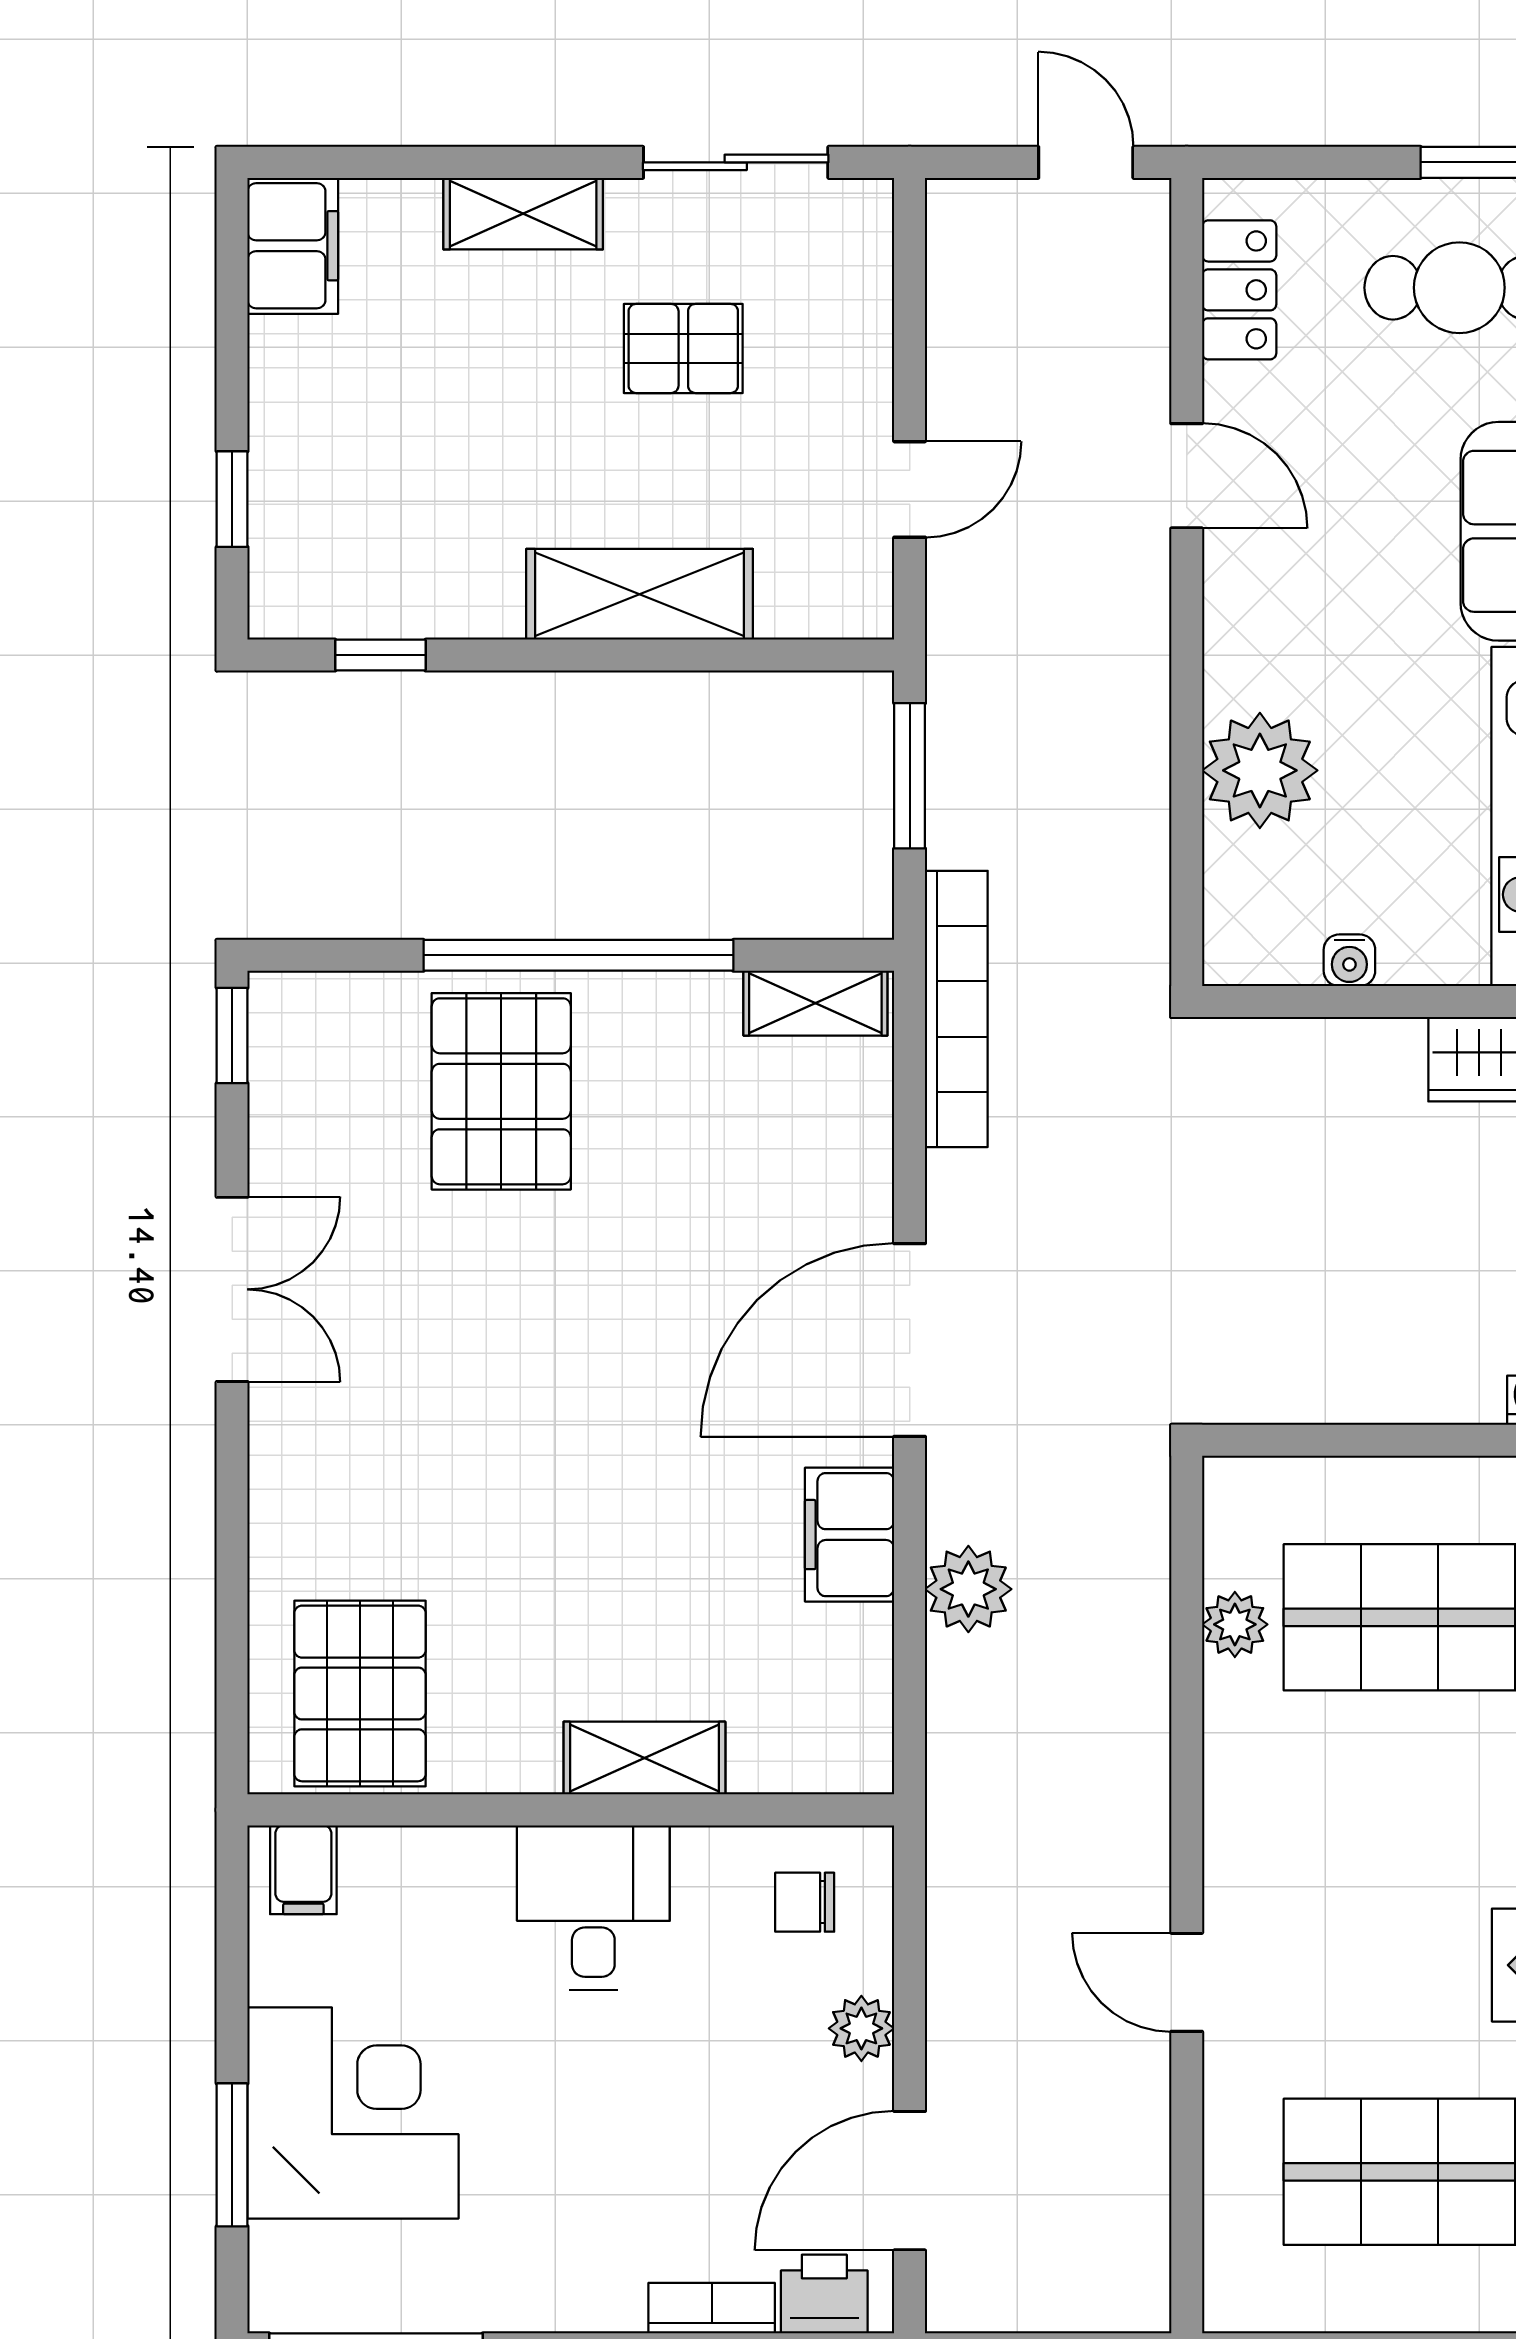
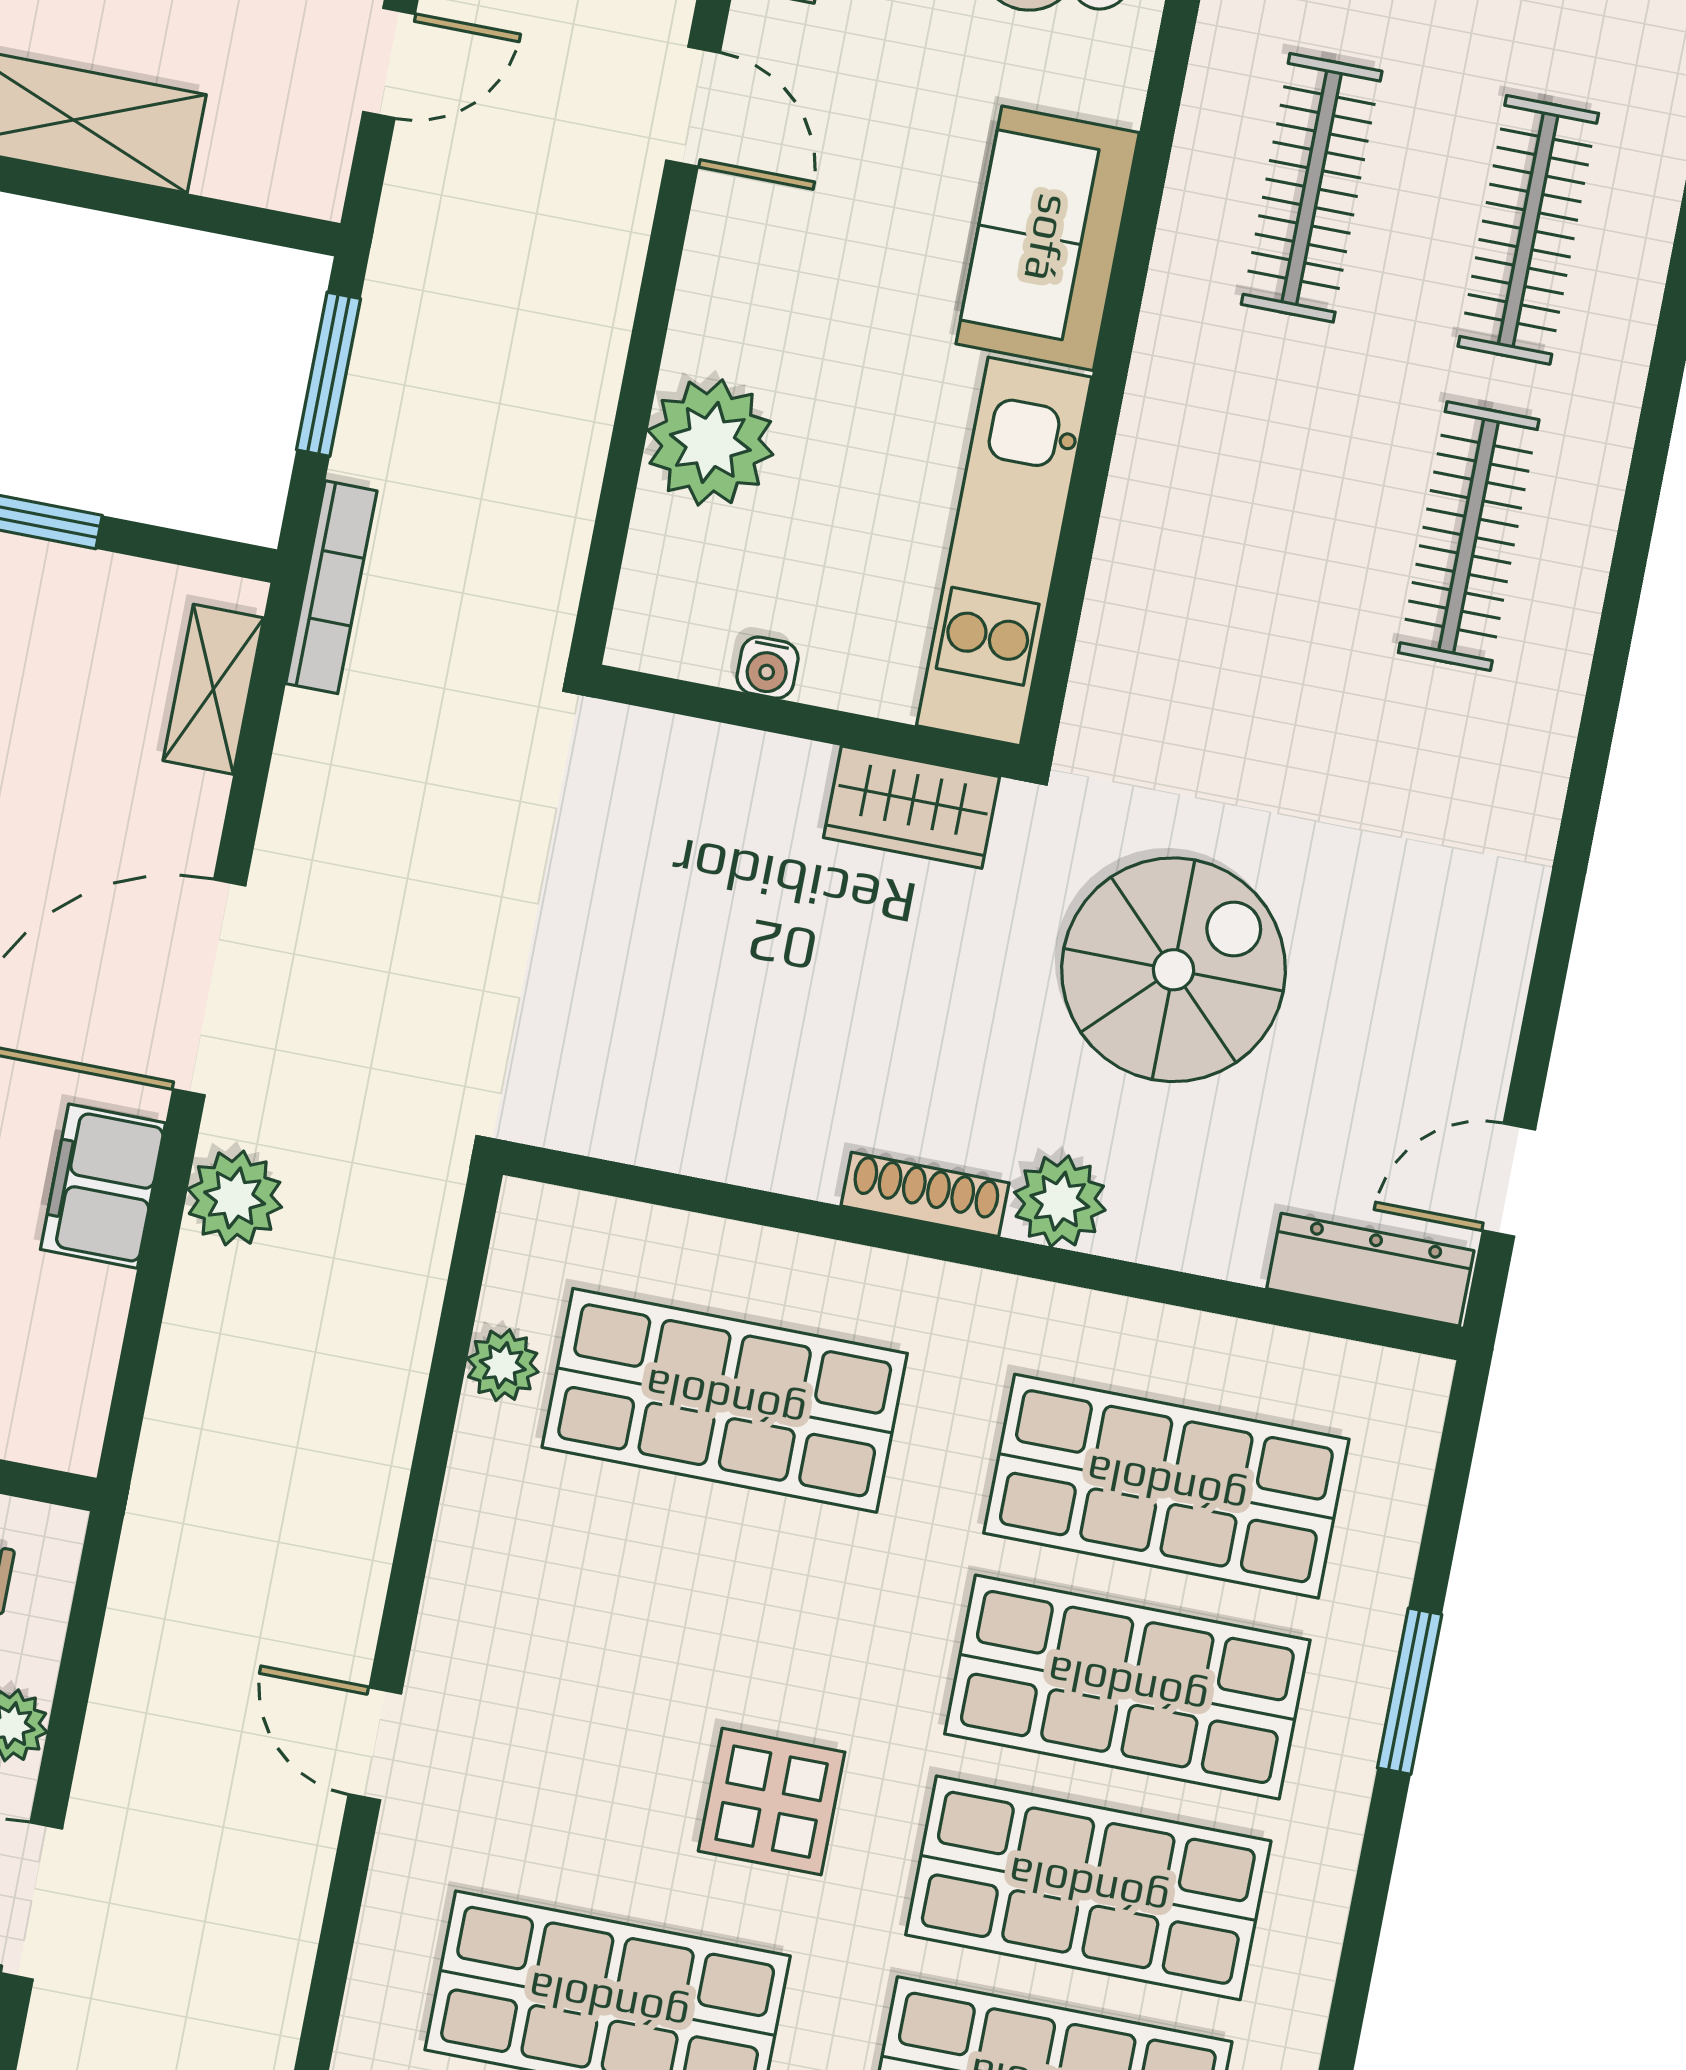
shelving: (815, 1003) -> (213, 689), moved, turned 90
bookcase: (956, 1009) -> (331, 587), width x0.68, depth x0.76
plant: (968, 1589) -> (235, 1198), moved

